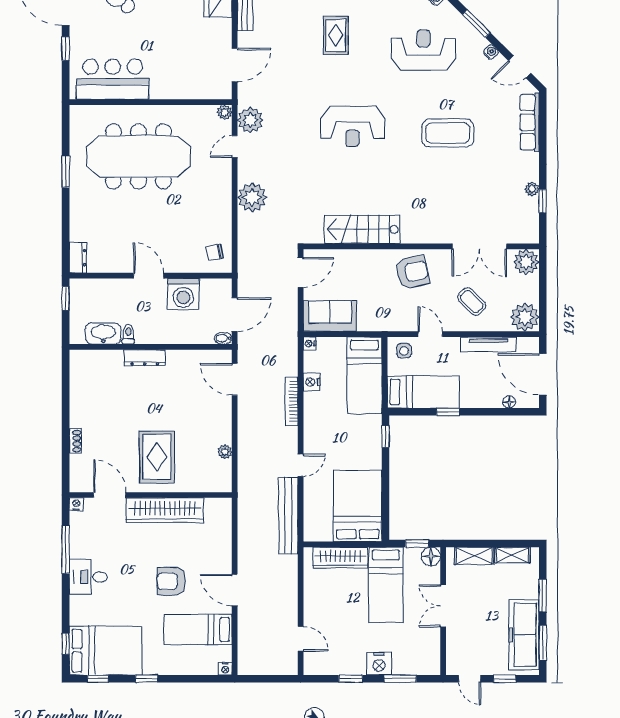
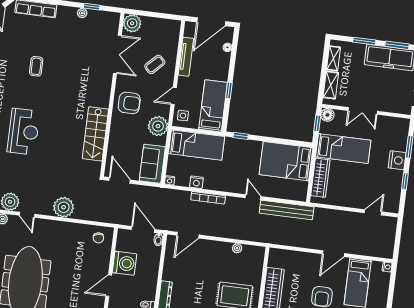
coffee table: (448, 133) -> (36, 66), width x0.54, depth x0.58
armchair: (412, 272) -> (129, 103), turned 103
plant: (525, 317) -> (158, 126), moved

